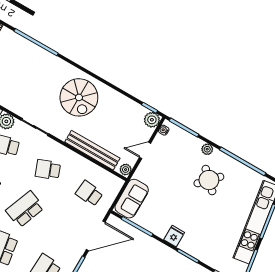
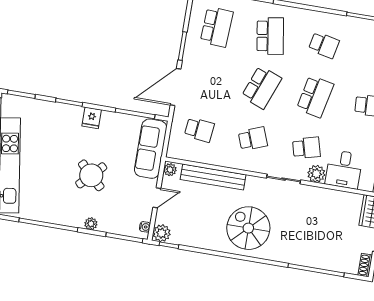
round table: (209, 180) -> (91, 175), moved
sofa: (132, 199) -> (151, 149), width x1.36

